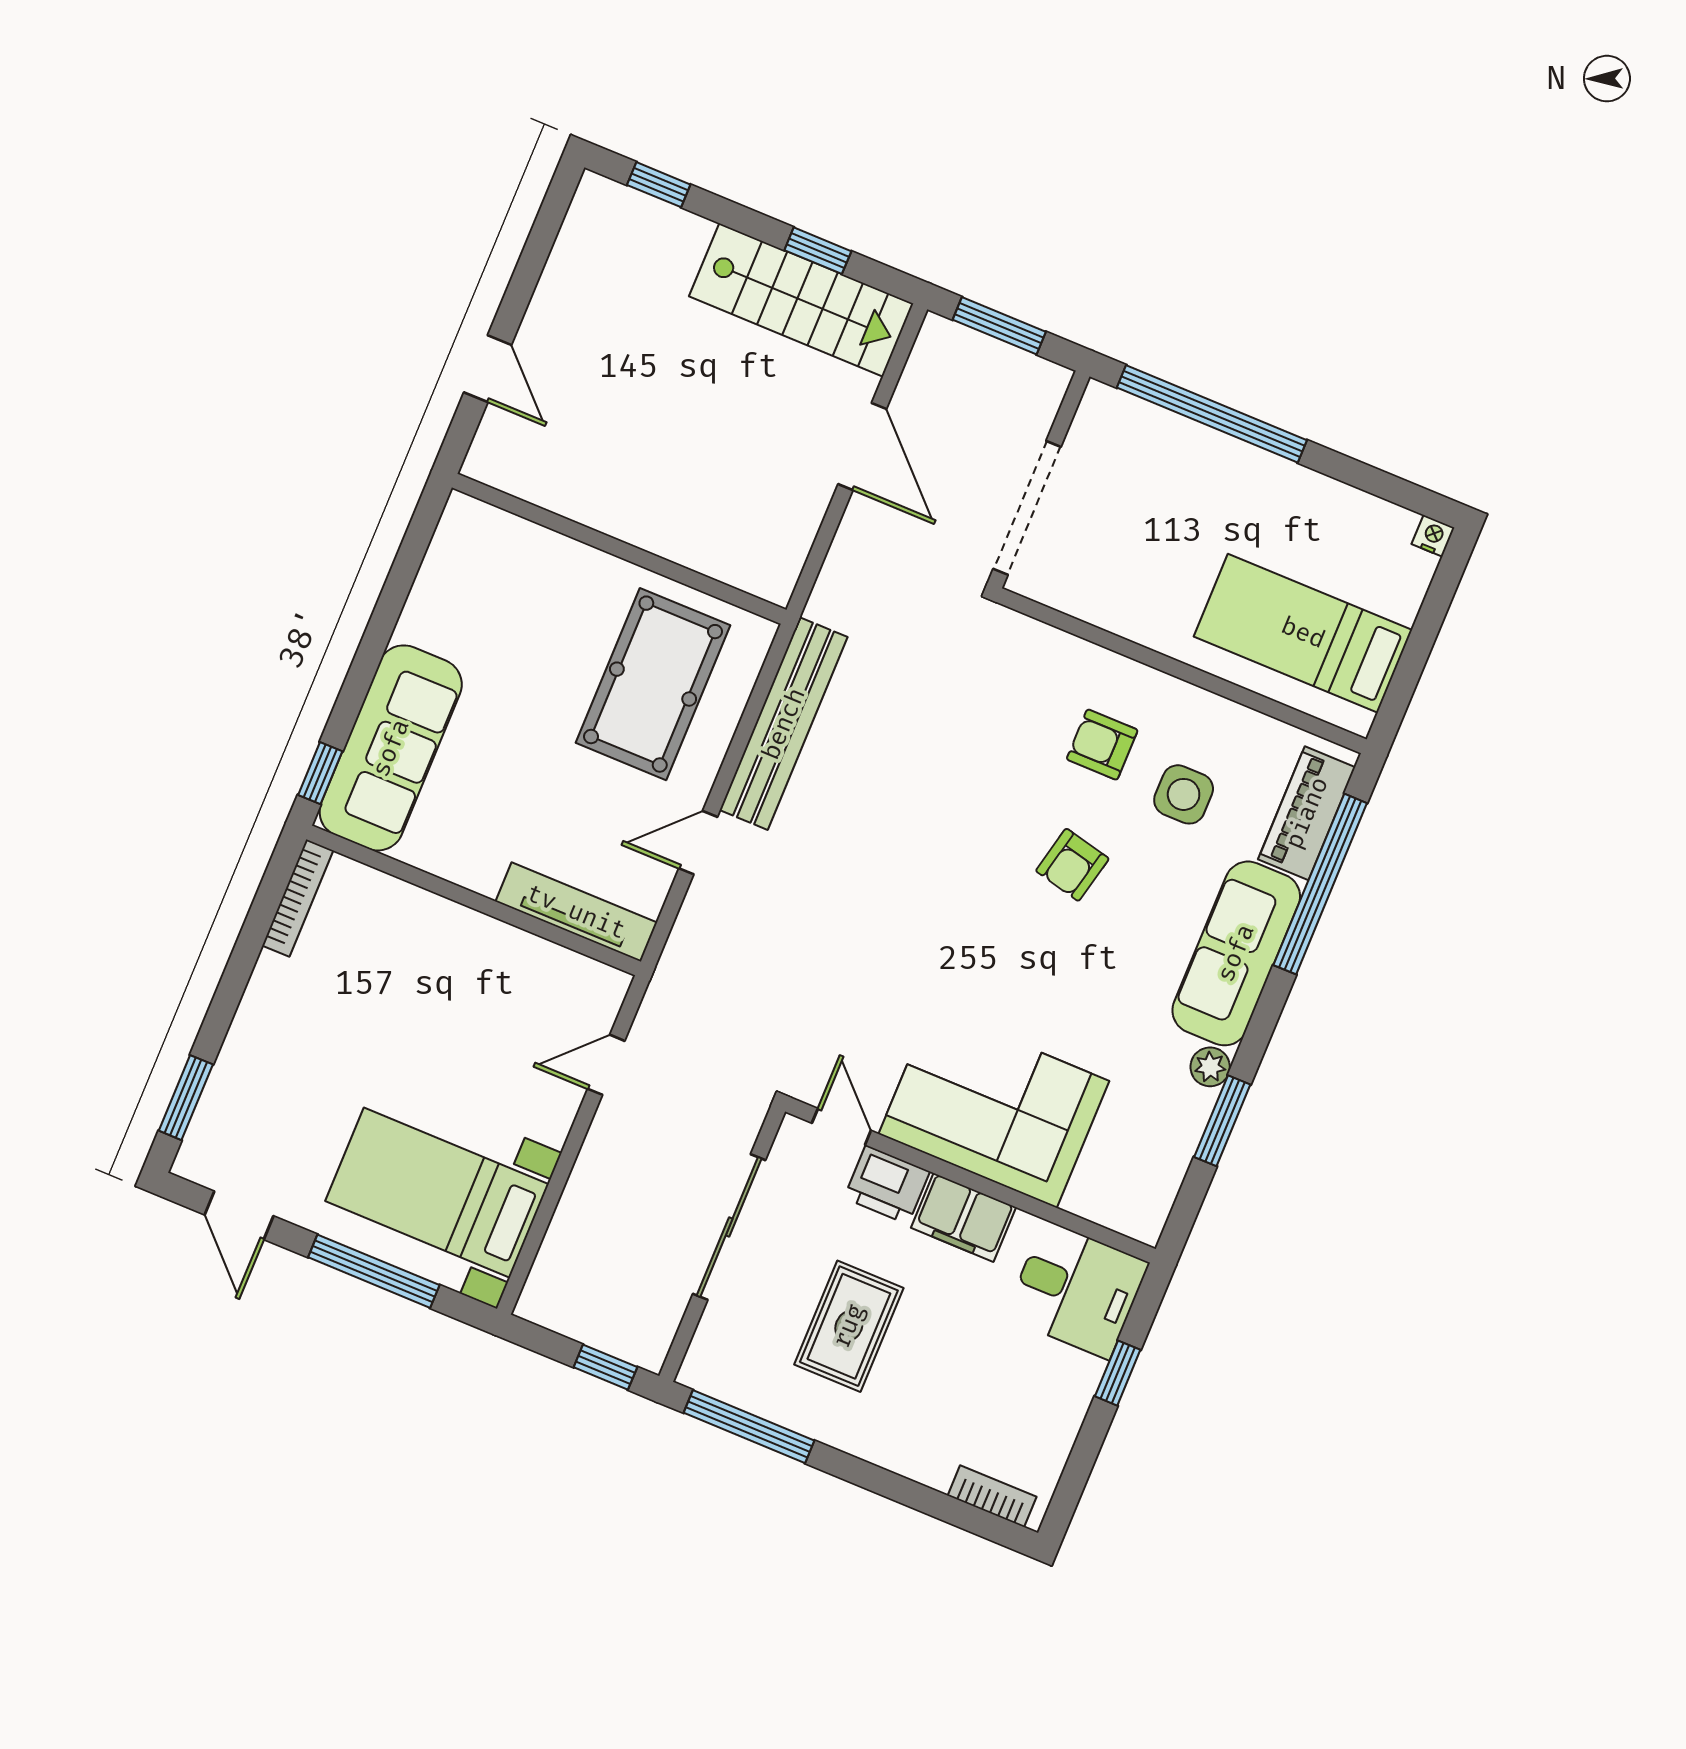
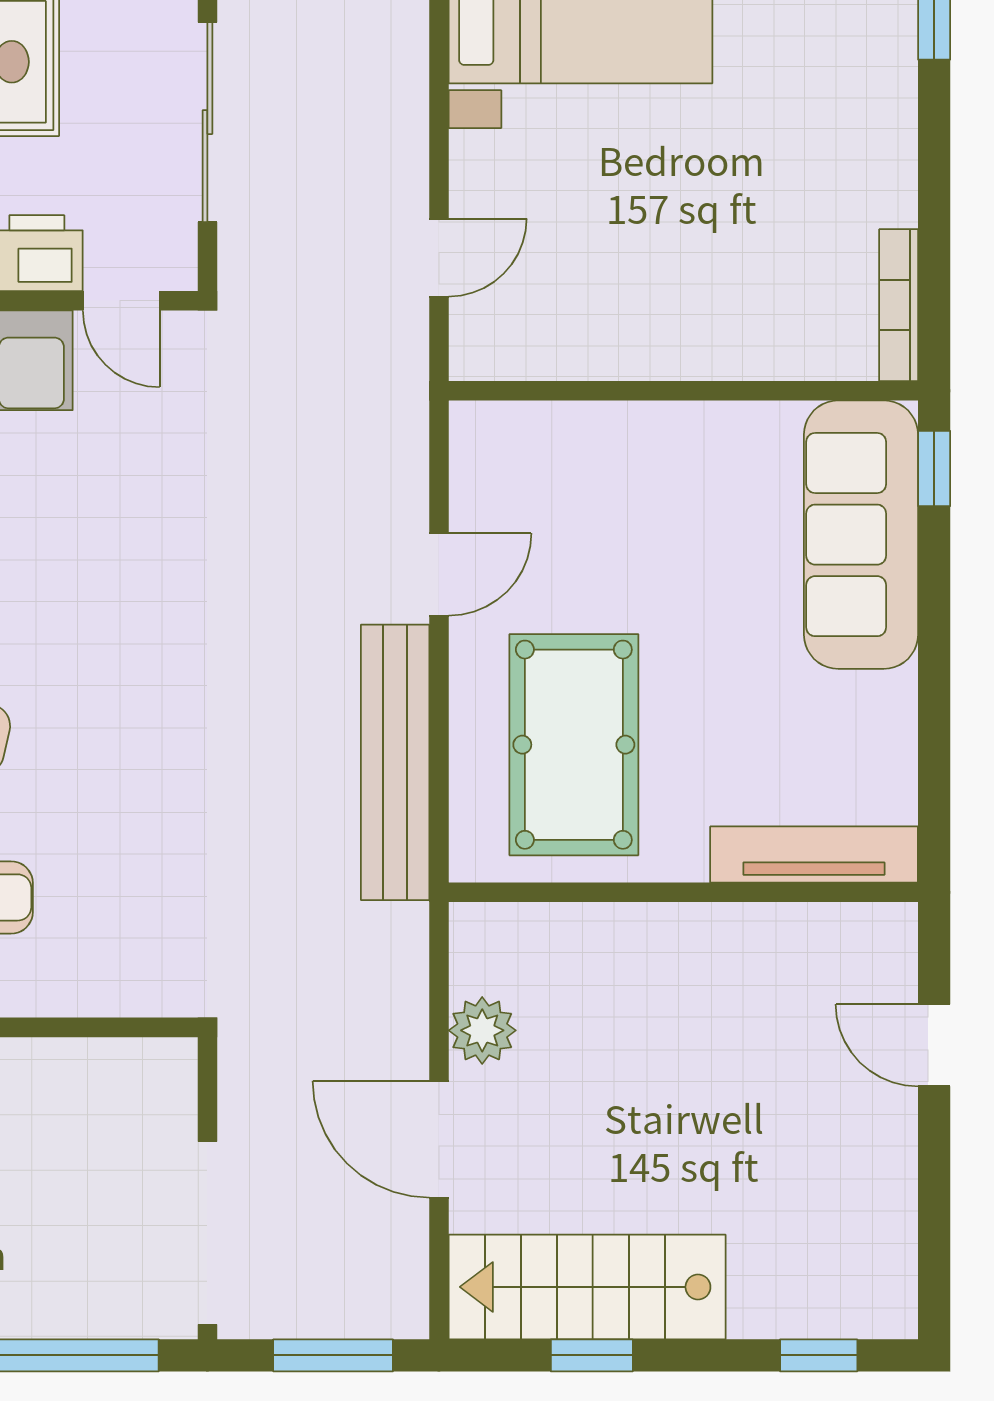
doorway: (1027, 508) -> (207, 1233), moved
plant: (800, 510) -> (482, 1030), added
tv unit: (576, 912) -> (814, 855), moved, turned 180

